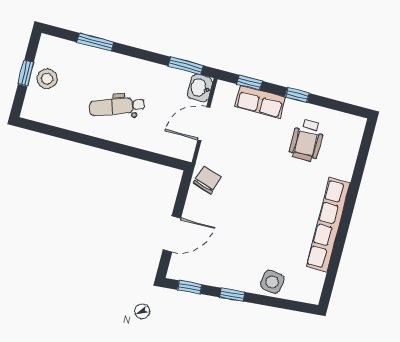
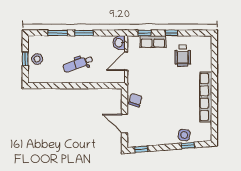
window: (186, 66) -> (84, 33), moved
chair: (207, 180) -> (135, 100), moved
door: (172, 234) -> (125, 124), swing flipped
window: (232, 295) -> (188, 145), moved

